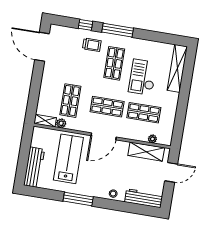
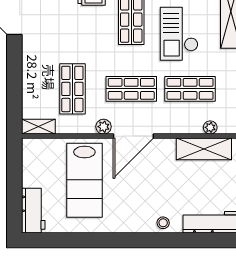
plant: (61, 123) -> (104, 127), moved
lab bench: (68, 159) -> (84, 180), turned 180
workbench: (34, 167) -> (33, 211), width x0.73
window: (78, 199) -> (110, 240), removed

